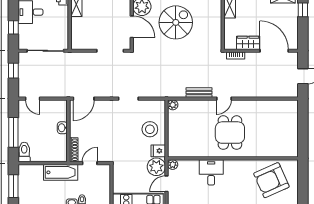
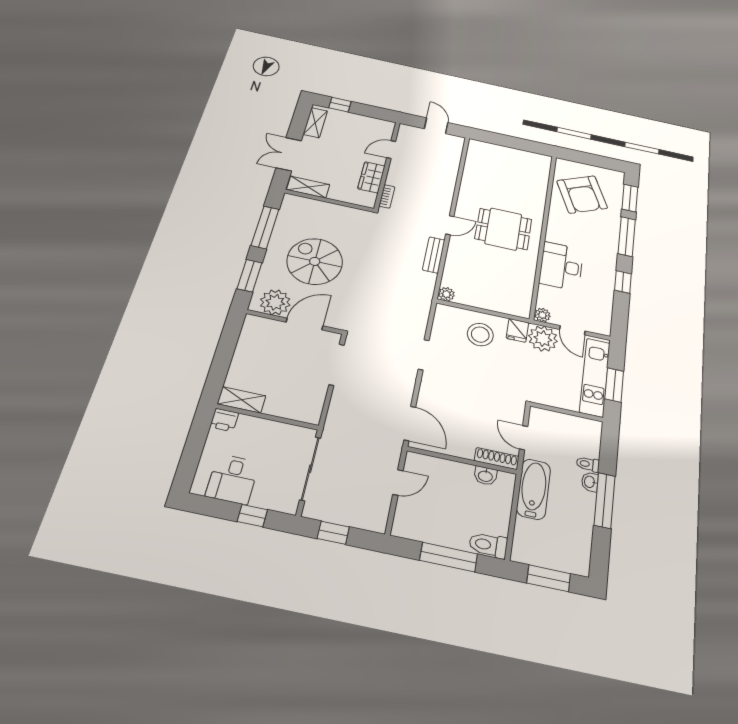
door: (274, 51) -> (391, 150), width x0.53
door: (33, 99) -> (398, 482), moved
door: (224, 99) -> (450, 225), hinge flipped
washbasin: (62, 128) -> (485, 476), moved
desk: (211, 172) -> (561, 266), width x1.37

